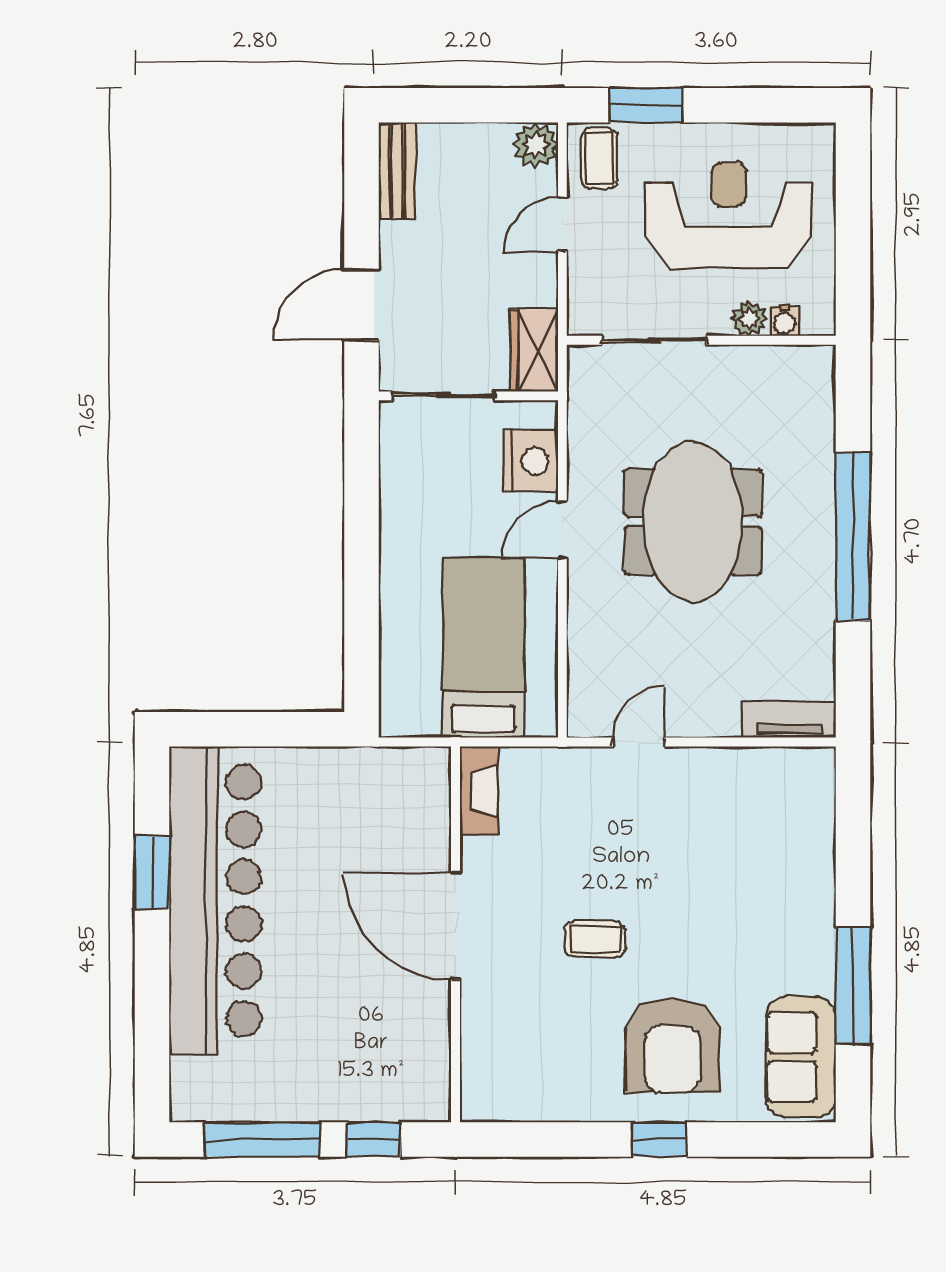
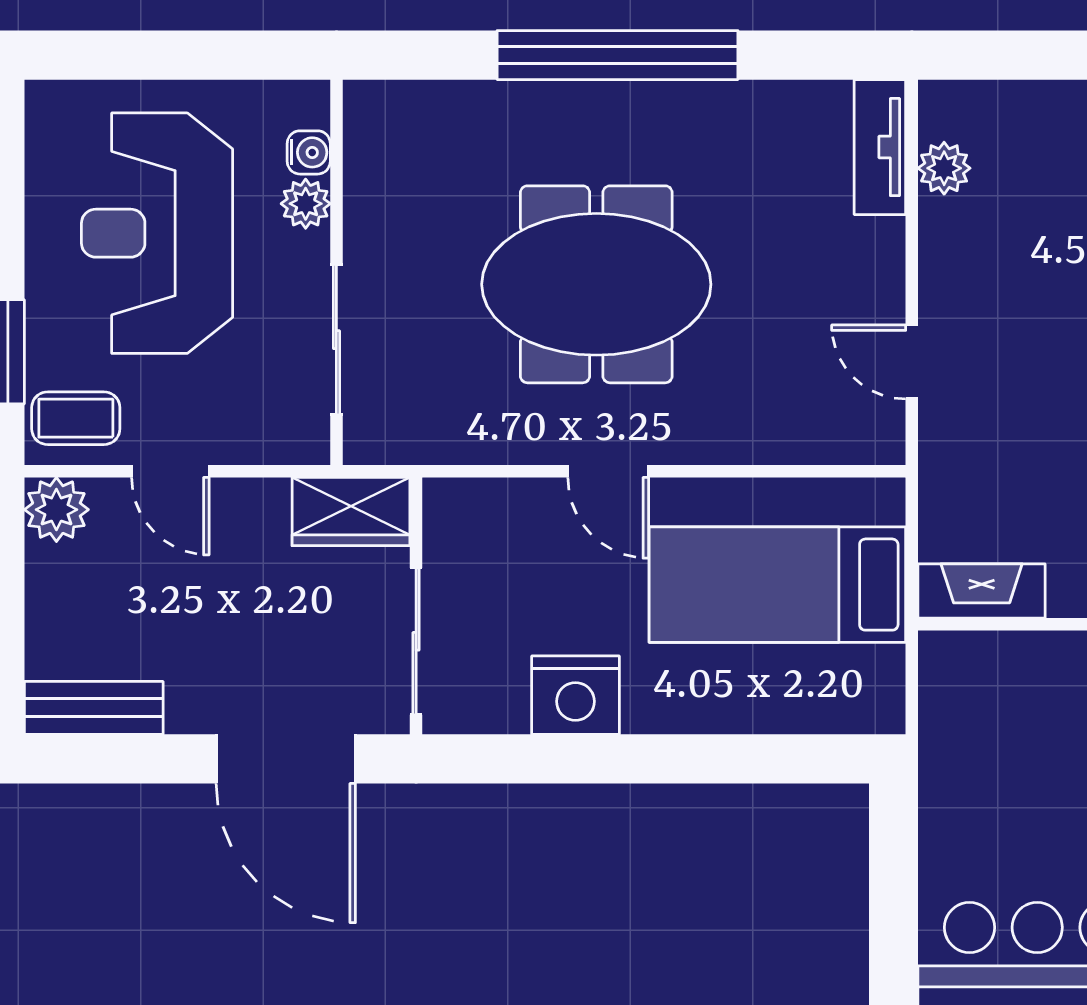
door: (361, 305) -> (286, 759), width x1.36
nightstand: (531, 461) -> (575, 695), moved, turned 180
plant: (774, 764) -> (944, 168), added

